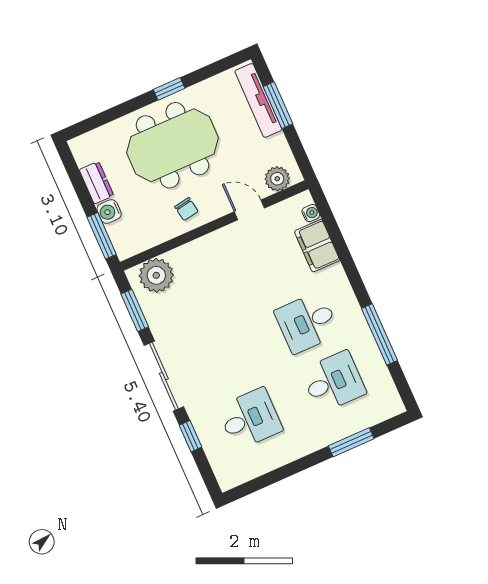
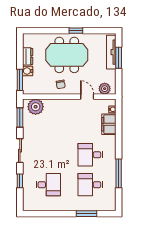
sliding door: (164, 376) -> (20, 151), width x0.73
desk: (333, 382) -> (90, 185), turned 180

